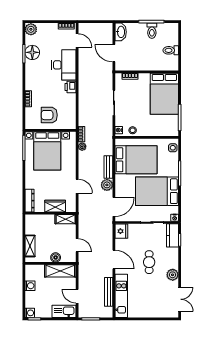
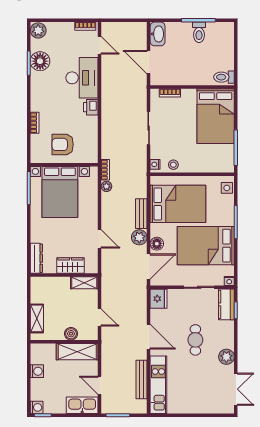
toilet: (171, 50) -> (224, 77), moved
floor lamp: (120, 190) -> (157, 244), added

